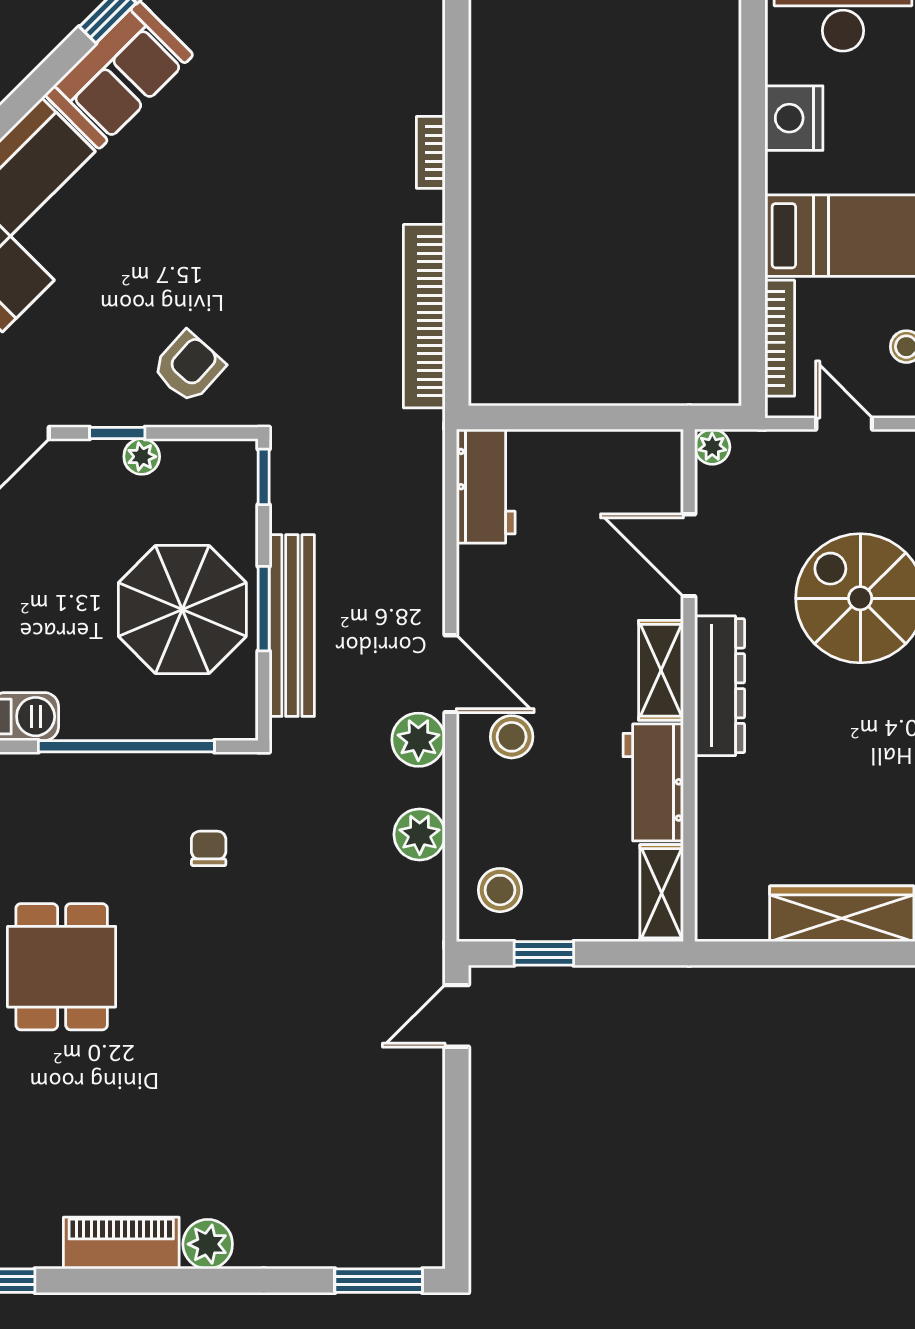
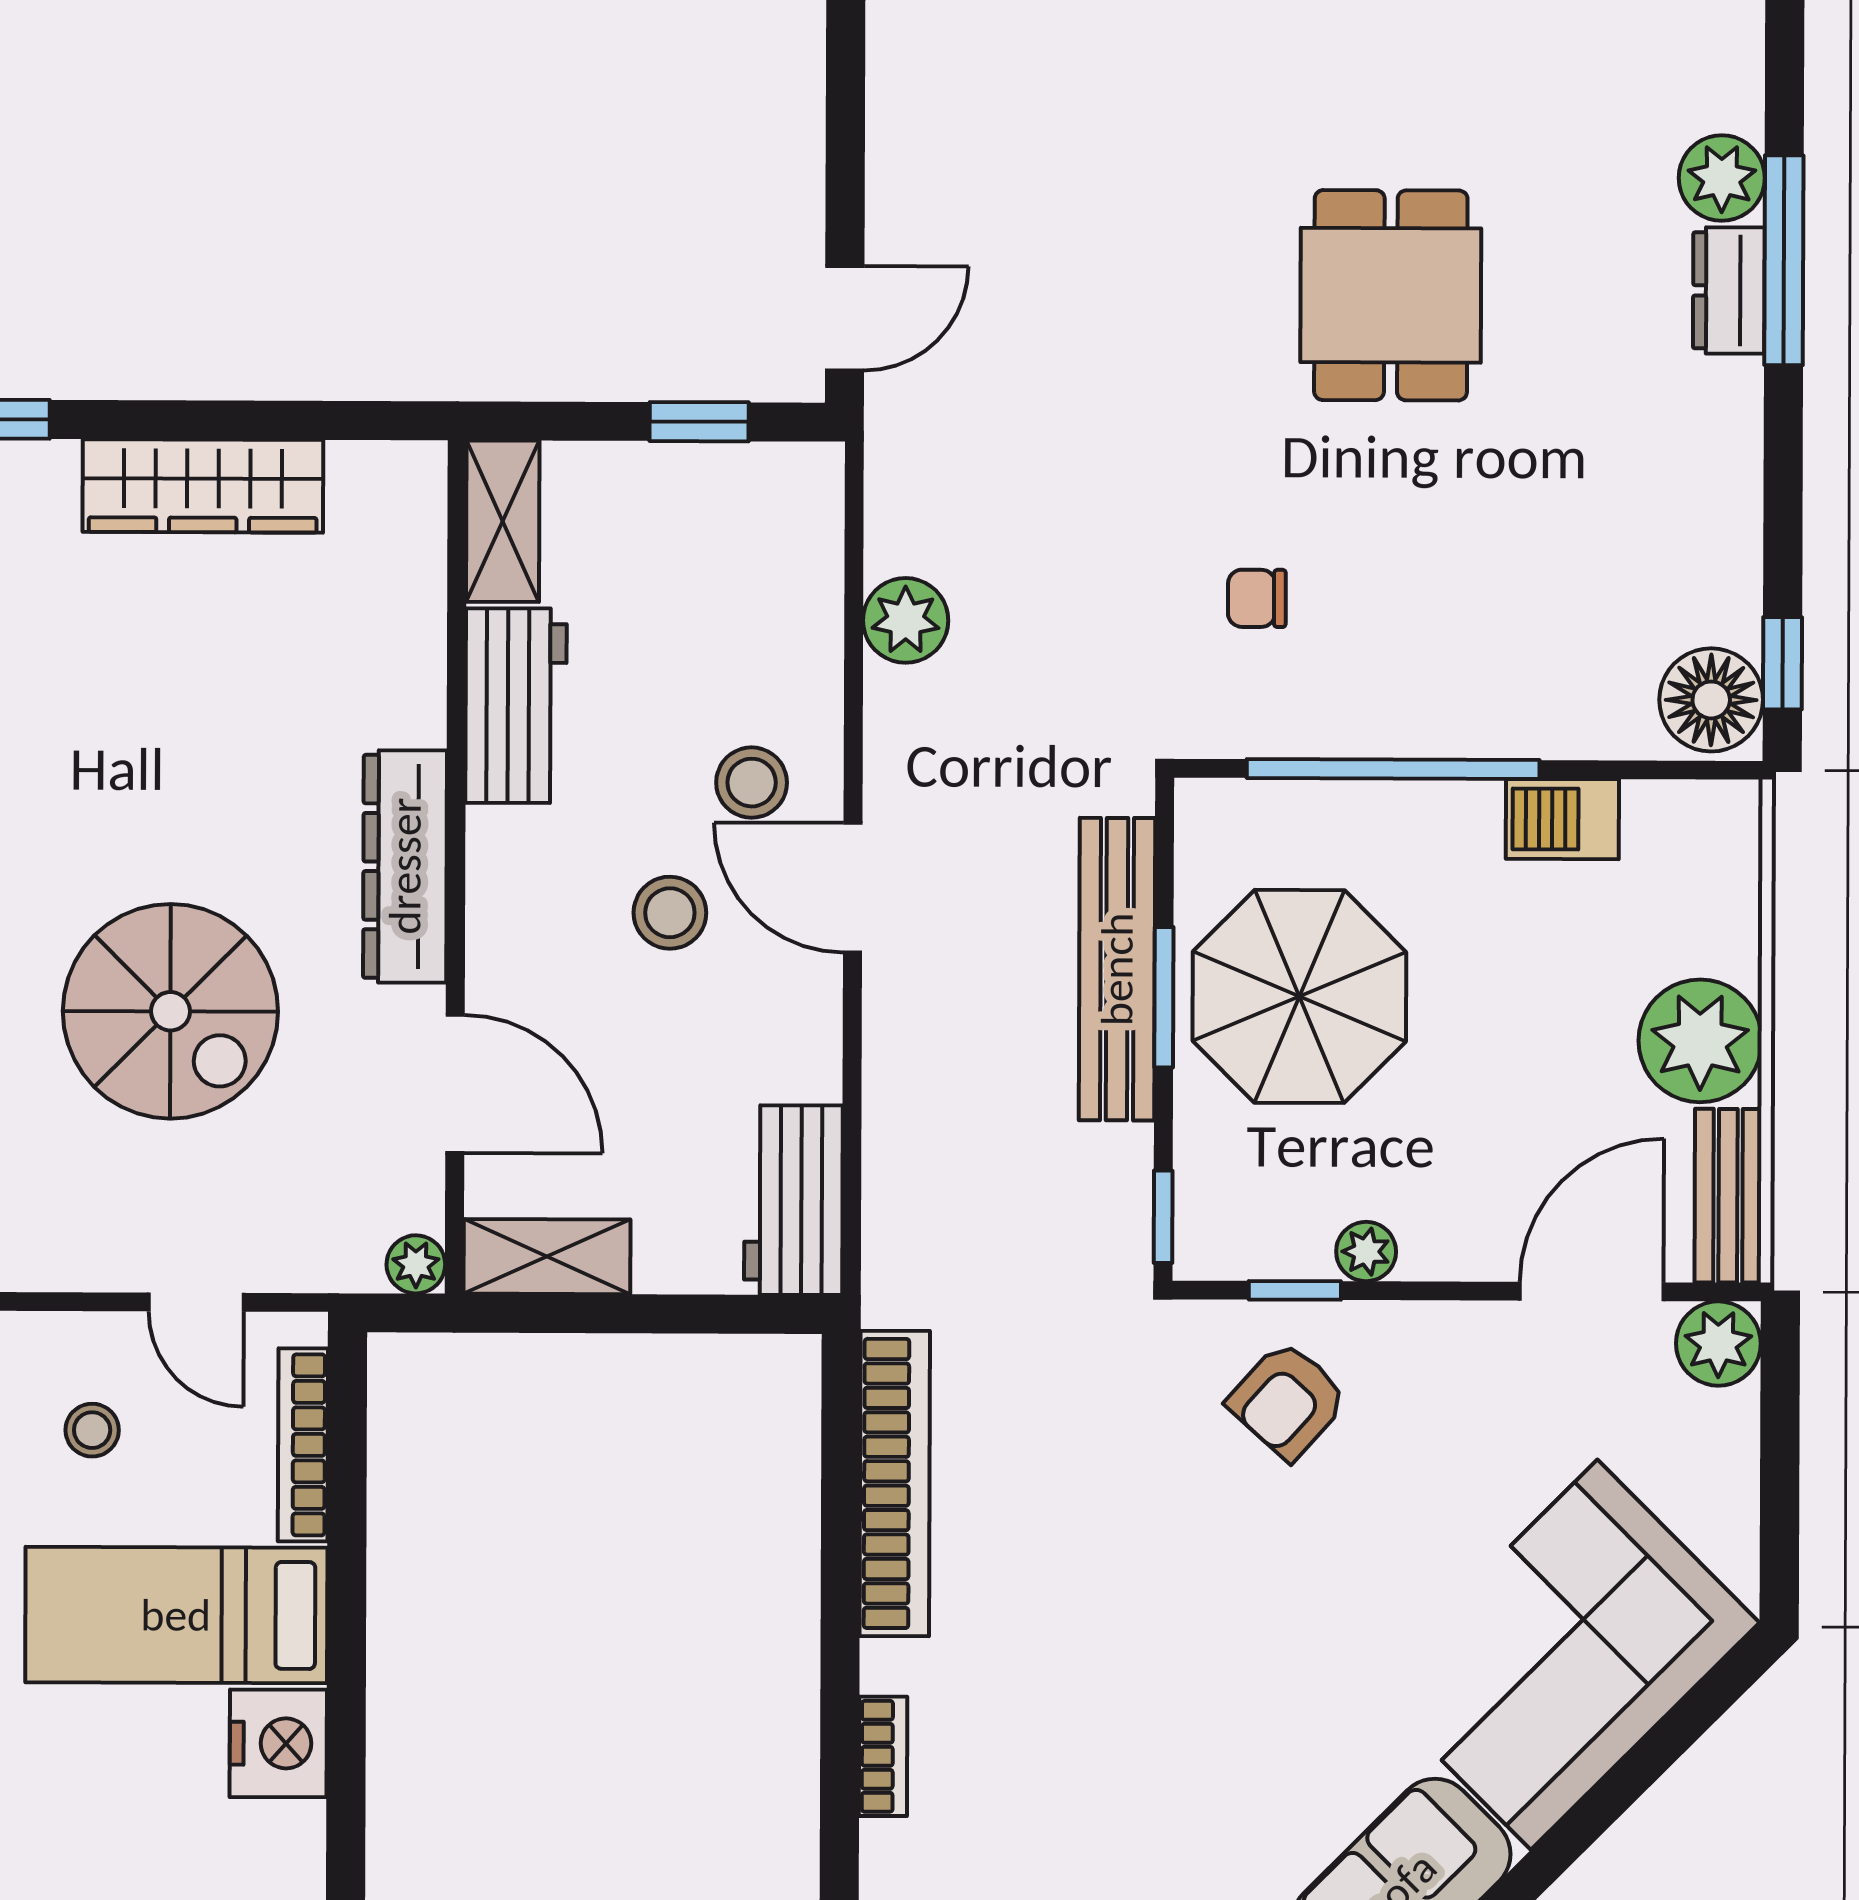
nightstand: (794, 118) -> (278, 1743), moved
window: (117, 433) -> (1295, 1290), moved
shelving: (661, 670) -> (547, 1257), moved, turned 90
plant: (418, 740) -> (907, 778), removed
chair: (209, 848) -> (1257, 598), turned 90
stool: (500, 890) -> (670, 913), moved
dining table: (62, 967) -> (1391, 295), moved

